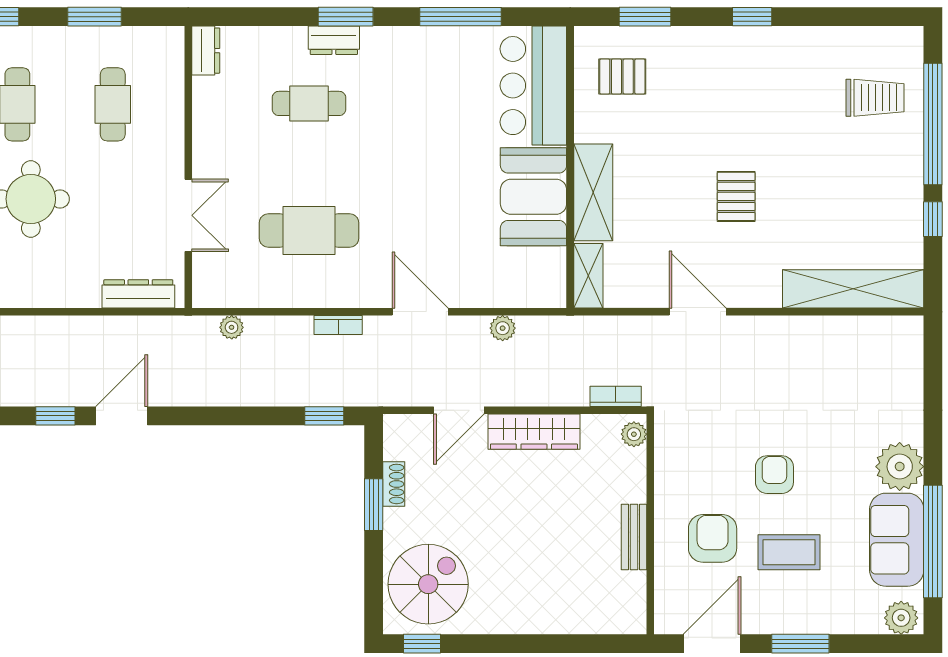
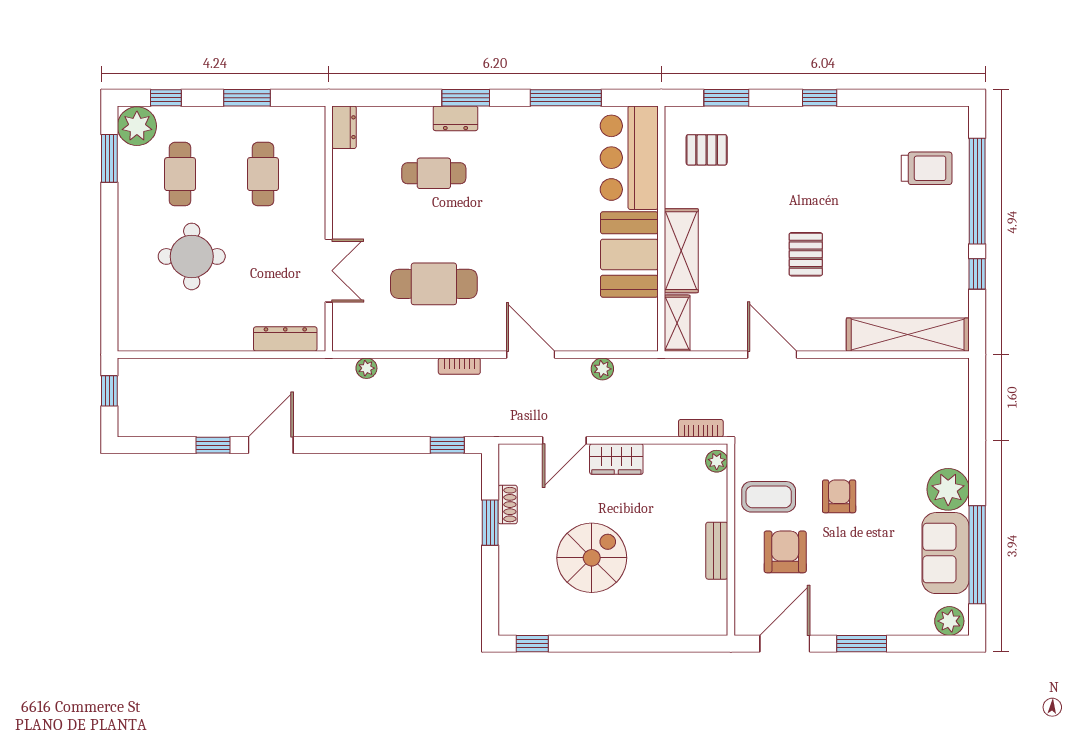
wardrobe: (534, 432) -> (616, 459), width x0.67
coffee table: (789, 552) -> (769, 497), moved
spiral stairs: (428, 584) -> (592, 558), moved

